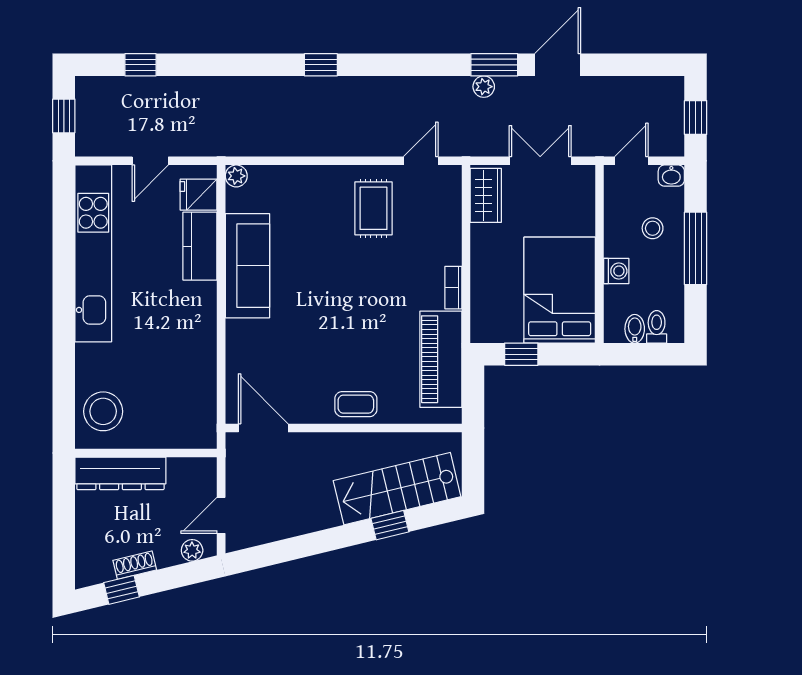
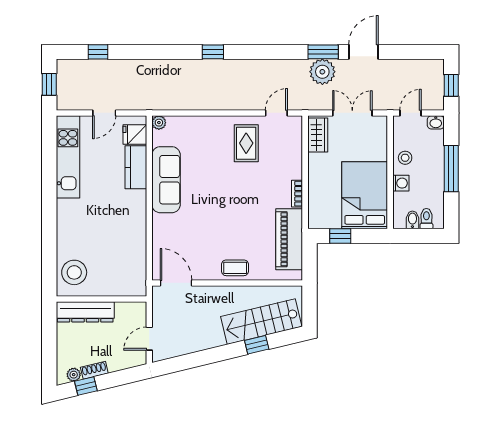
plant: (484, 87) -> (322, 72), width x1.88, depth x1.88
stool: (653, 228) -> (405, 158), moved
kitchen unit: (93, 253) -> (68, 157), width x0.73
plant: (192, 550) -> (74, 375), moved

